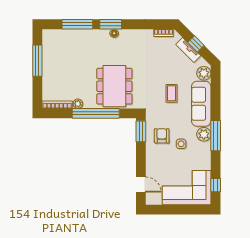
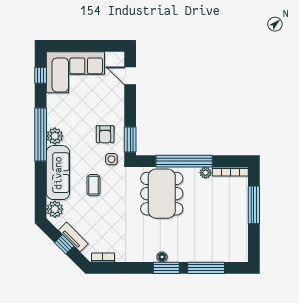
window: (37, 61) -> (254, 205), moved
window: (216, 136) -> (41, 134), width x1.46
side table: (181, 144) -> (111, 159), moved

